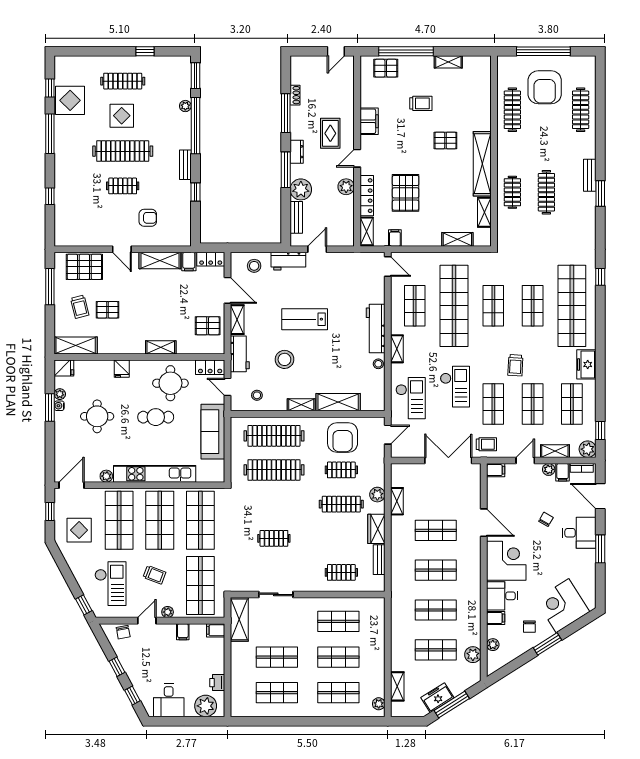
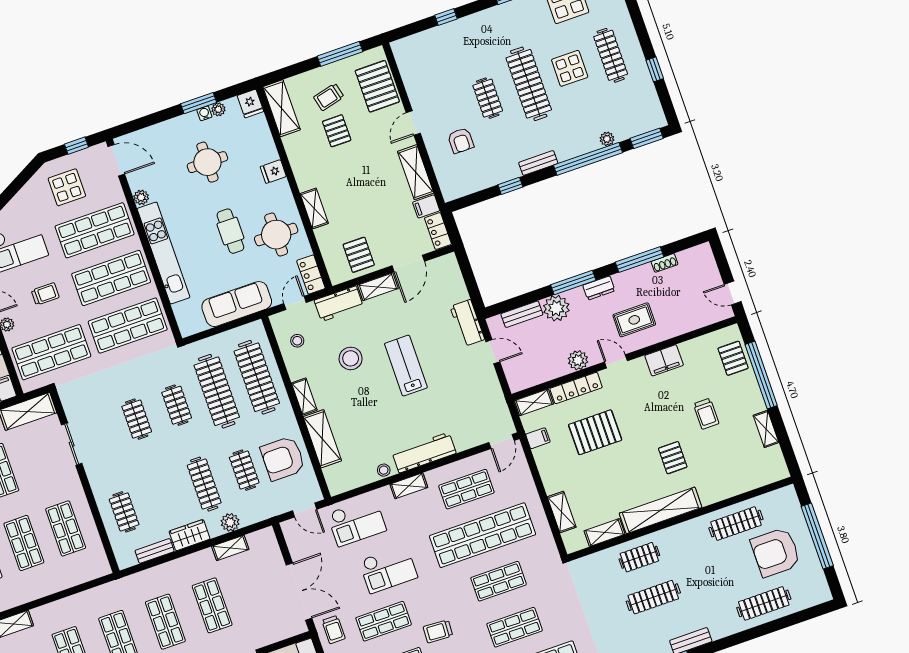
stool: (254, 266) -> (448, 285), removed
clothes rail: (274, 504) -> (177, 405), added
trolley: (154, 575) -> (45, 294), turned -111

